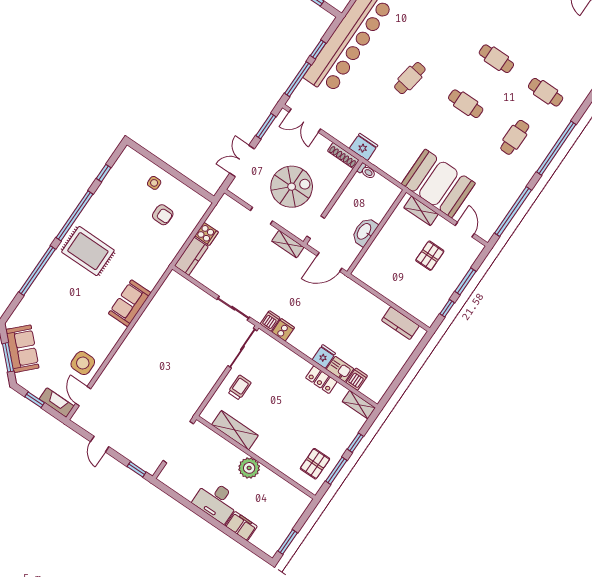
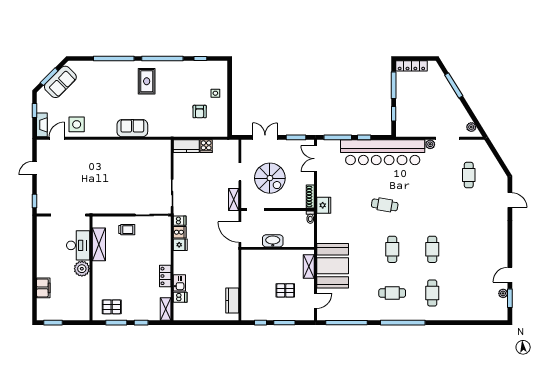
rug: (88, 251) -> (147, 81), width x0.73, depth x0.70
fridge: (324, 356) -> (180, 245), moved
desk: (216, 501) -> (78, 245), moved, turned 180

